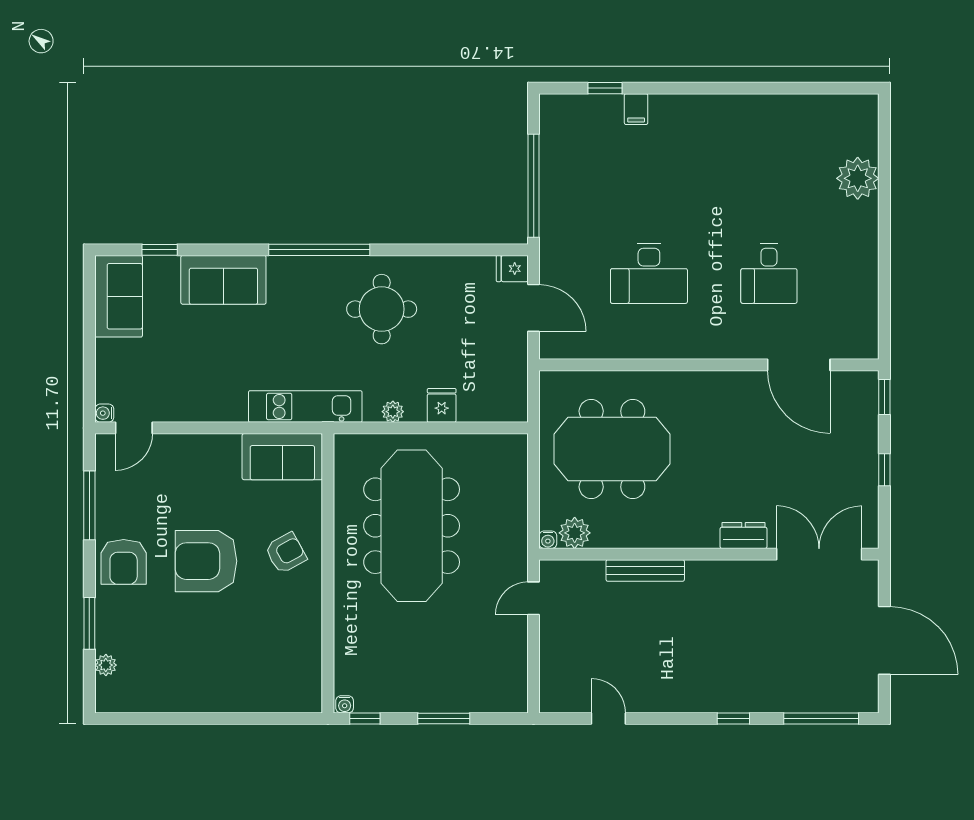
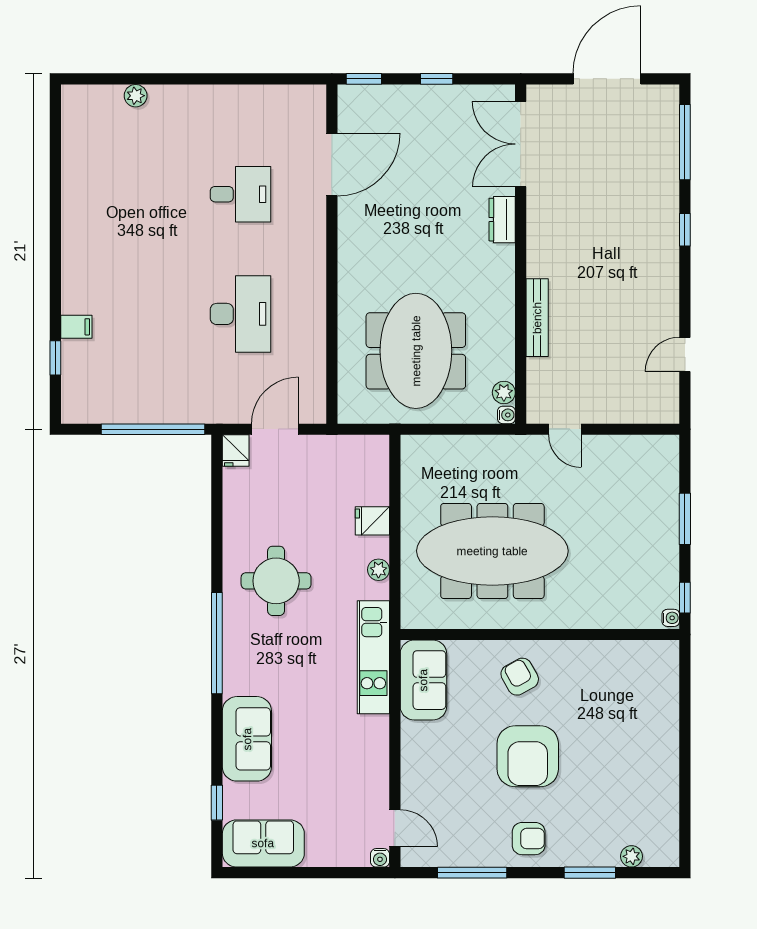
plant: (858, 178) -> (136, 96), width x0.53, depth x0.53
plant: (575, 533) -> (504, 392), width x0.73, depth x0.73
armchair: (124, 562) -> (529, 839), width x0.72, depth x0.72

